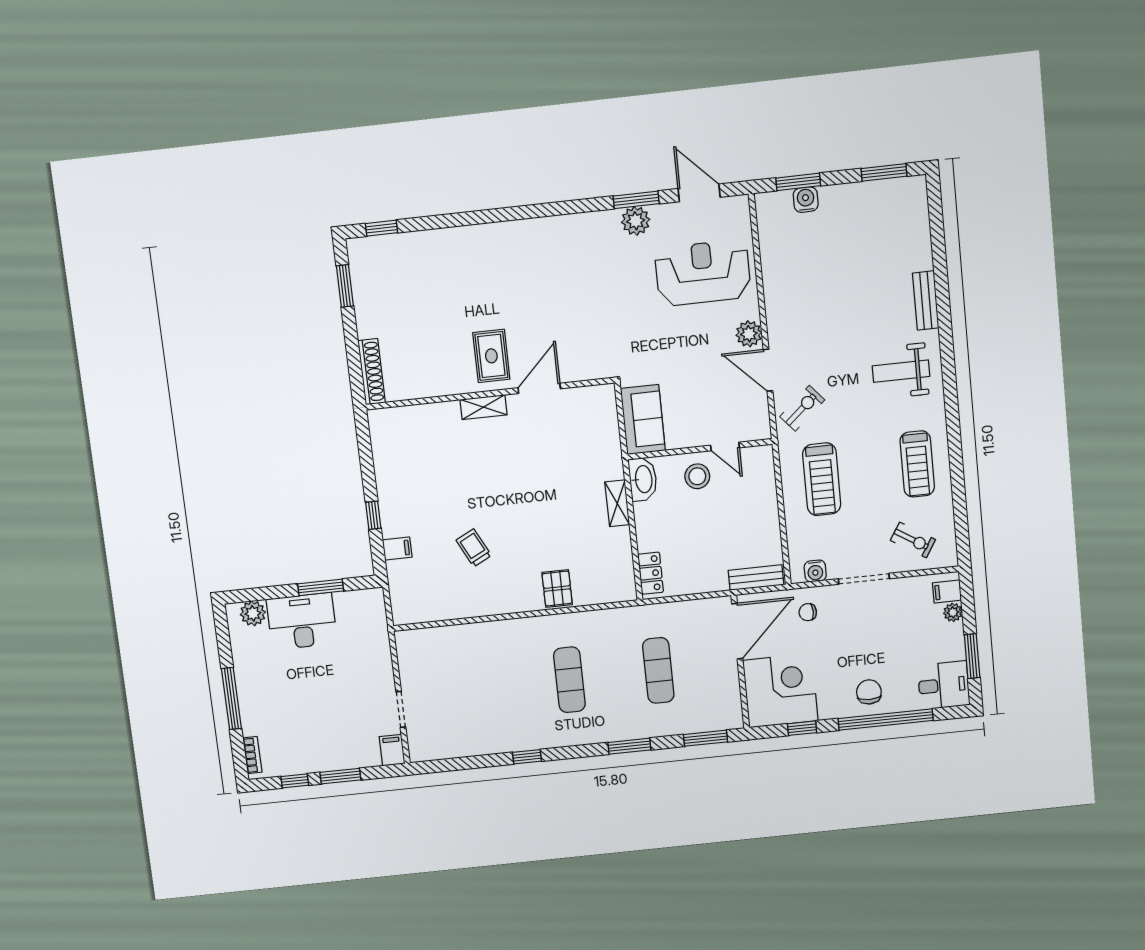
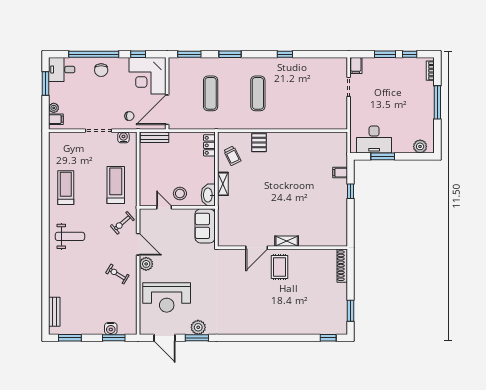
bench: (926, 300) -> (54, 312), moved
exercise bike: (913, 540) -> (117, 274), moved
trolley: (474, 548) -> (232, 156), moved
desk: (302, 621) -> (374, 140), moved

